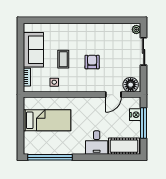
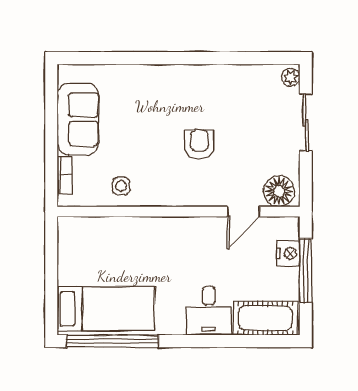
coffee table: (63, 59) -> (140, 139), removed
bed: (47, 120) -> (106, 309), moved

